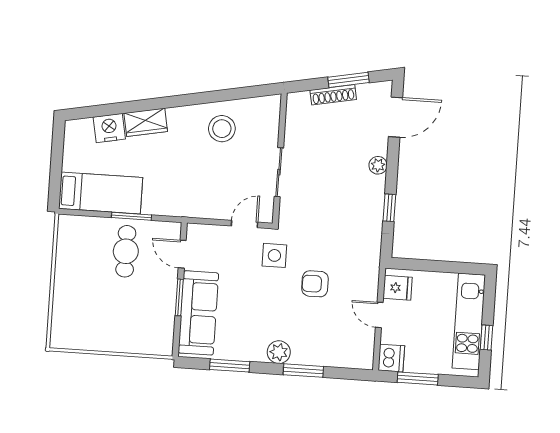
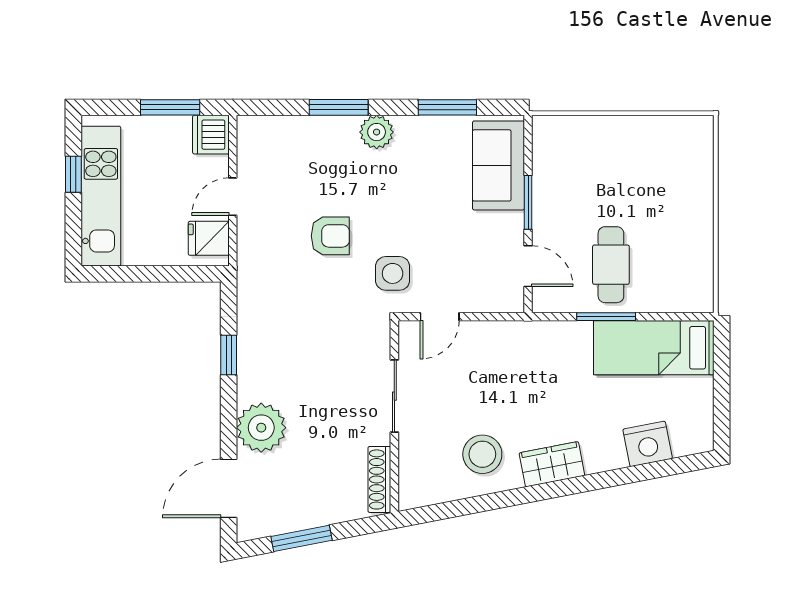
shoe rack: (333, 95) -> (379, 479), moved, turned -79
wardrobe: (146, 122) -> (552, 464), moved
plant: (378, 165) -> (261, 428), width x1.87, depth x1.87
sofa: (198, 313) -> (498, 165), width x0.73
door: (379, 315) -> (233, 197), swing flipped

